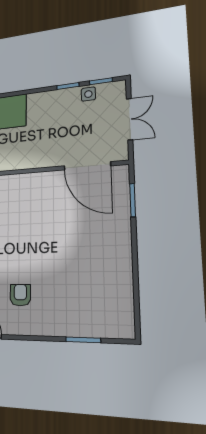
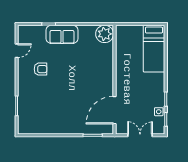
double door: (130, 119) -> (140, 135), swing flipped

